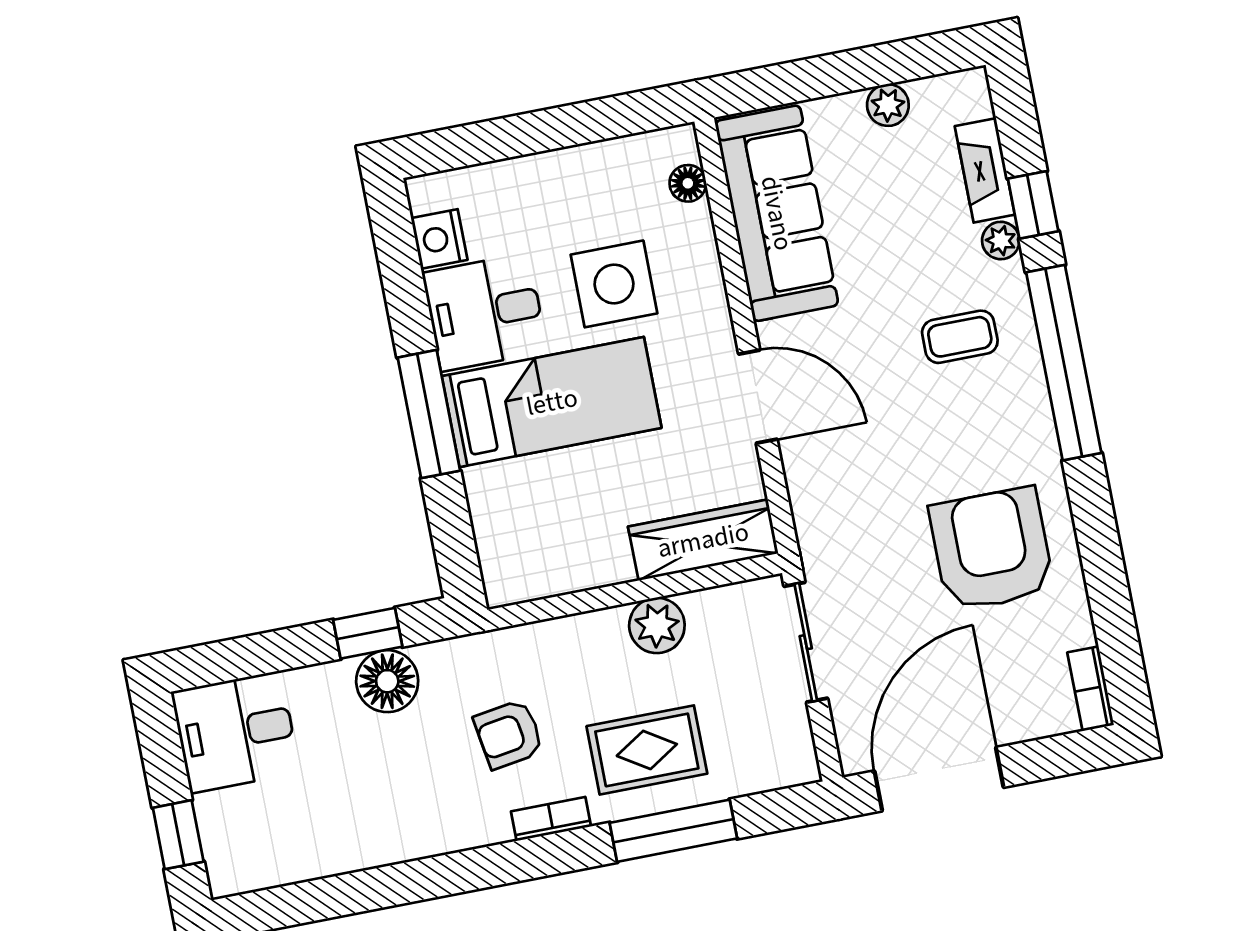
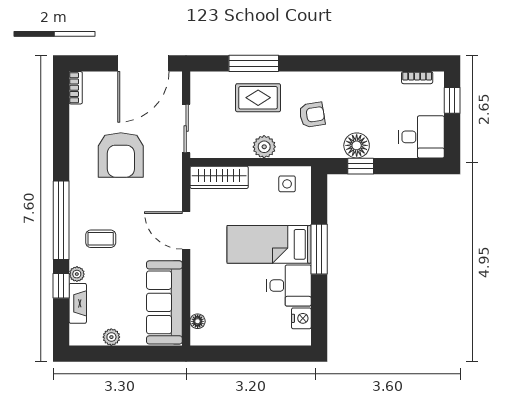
side table: (614, 284) -> (287, 184), moved, width x0.54, depth x0.54
armchair: (992, 549) -> (121, 155), moved
plant: (657, 625) -> (264, 147), moved
bookcase: (551, 819) -> (417, 78), moved

